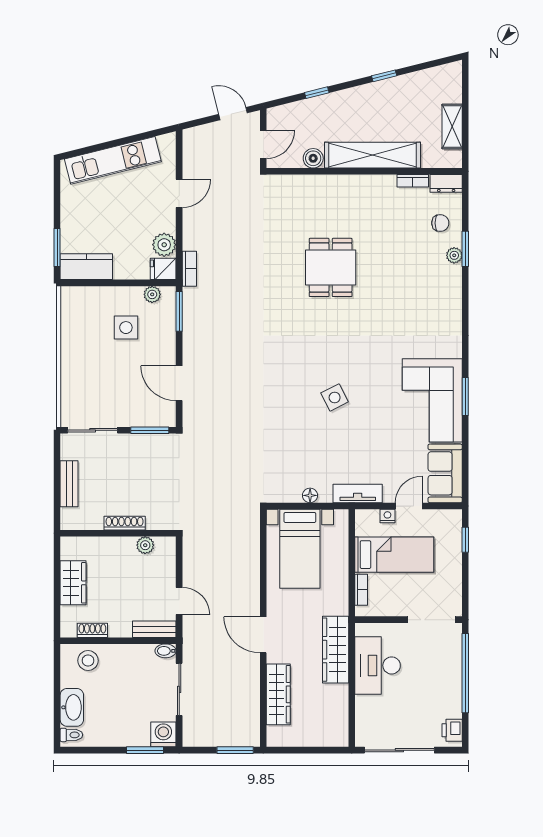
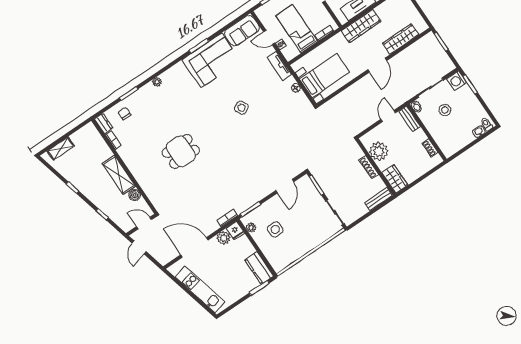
shelving: (452, 127) -> (61, 149), moved
shelving: (373, 155) -> (119, 175), width x0.68
door: (179, 193) -> (194, 247), width x1.88
plant: (454, 255) -> (157, 82), moved
bench: (69, 484) -> (378, 199), moved
plant: (145, 545) -> (379, 151), width x1.87, depth x1.87
wardrobe: (73, 583) -> (395, 179), moved, turned 90
stool: (88, 661) -> (445, 110), moved
washbasin: (72, 707) -> (479, 132), width x0.52, depth x0.69

